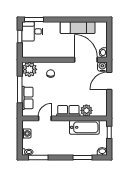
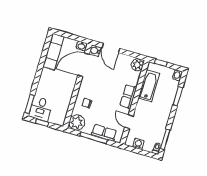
exam couch: (78, 28) -> (53, 52), moved
plant: (86, 110) -> (137, 65), moved

